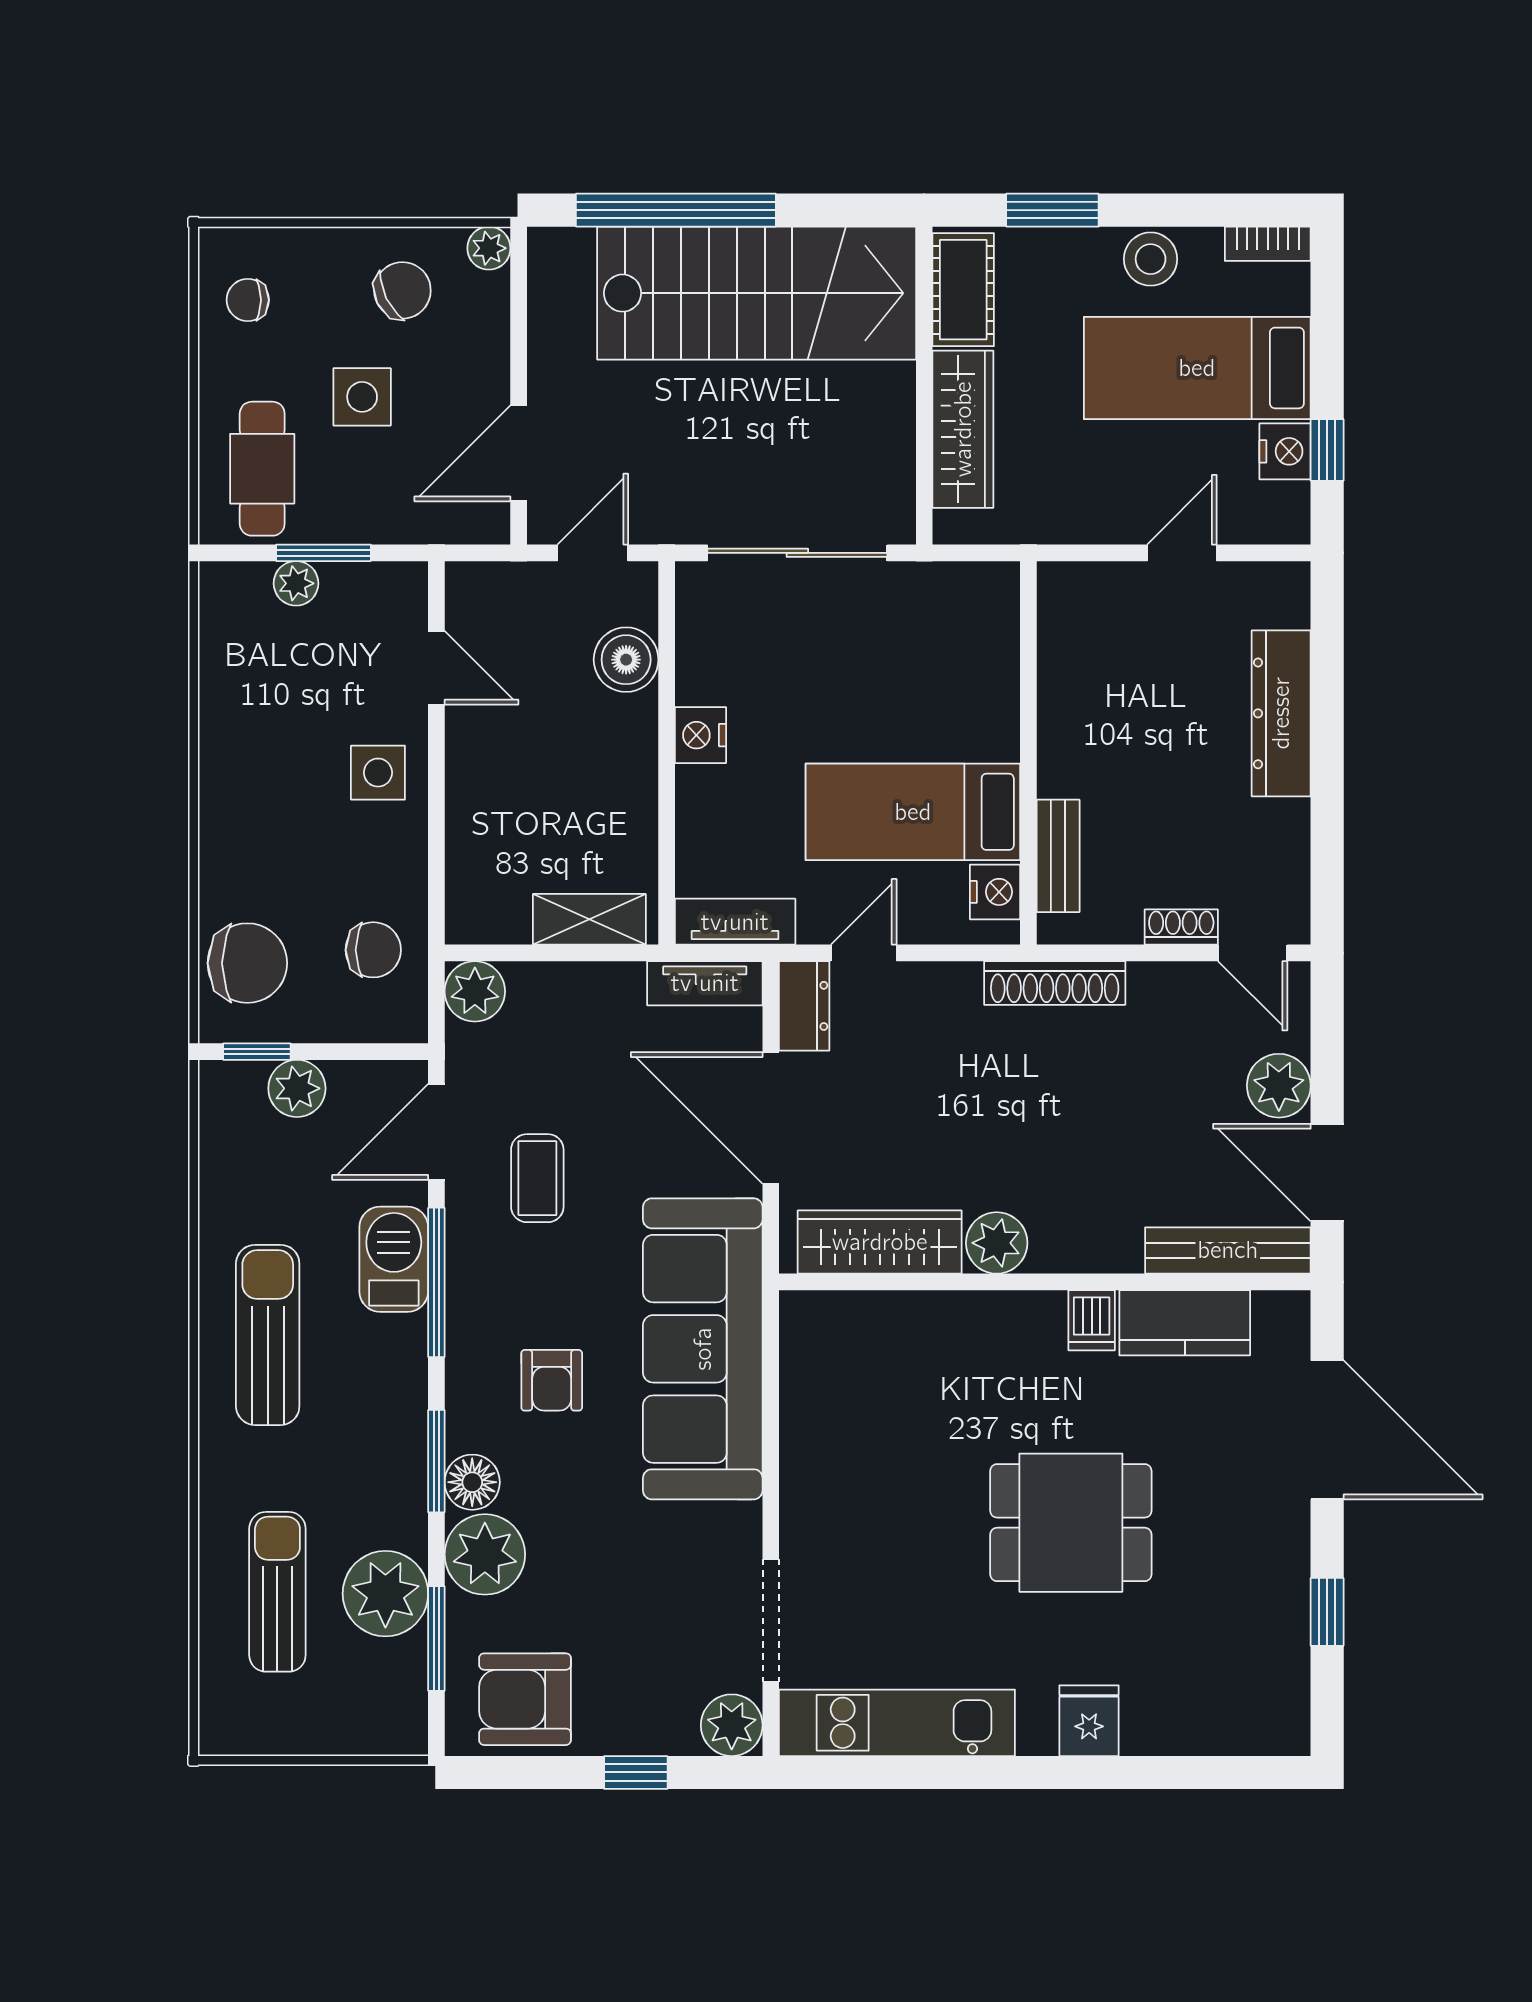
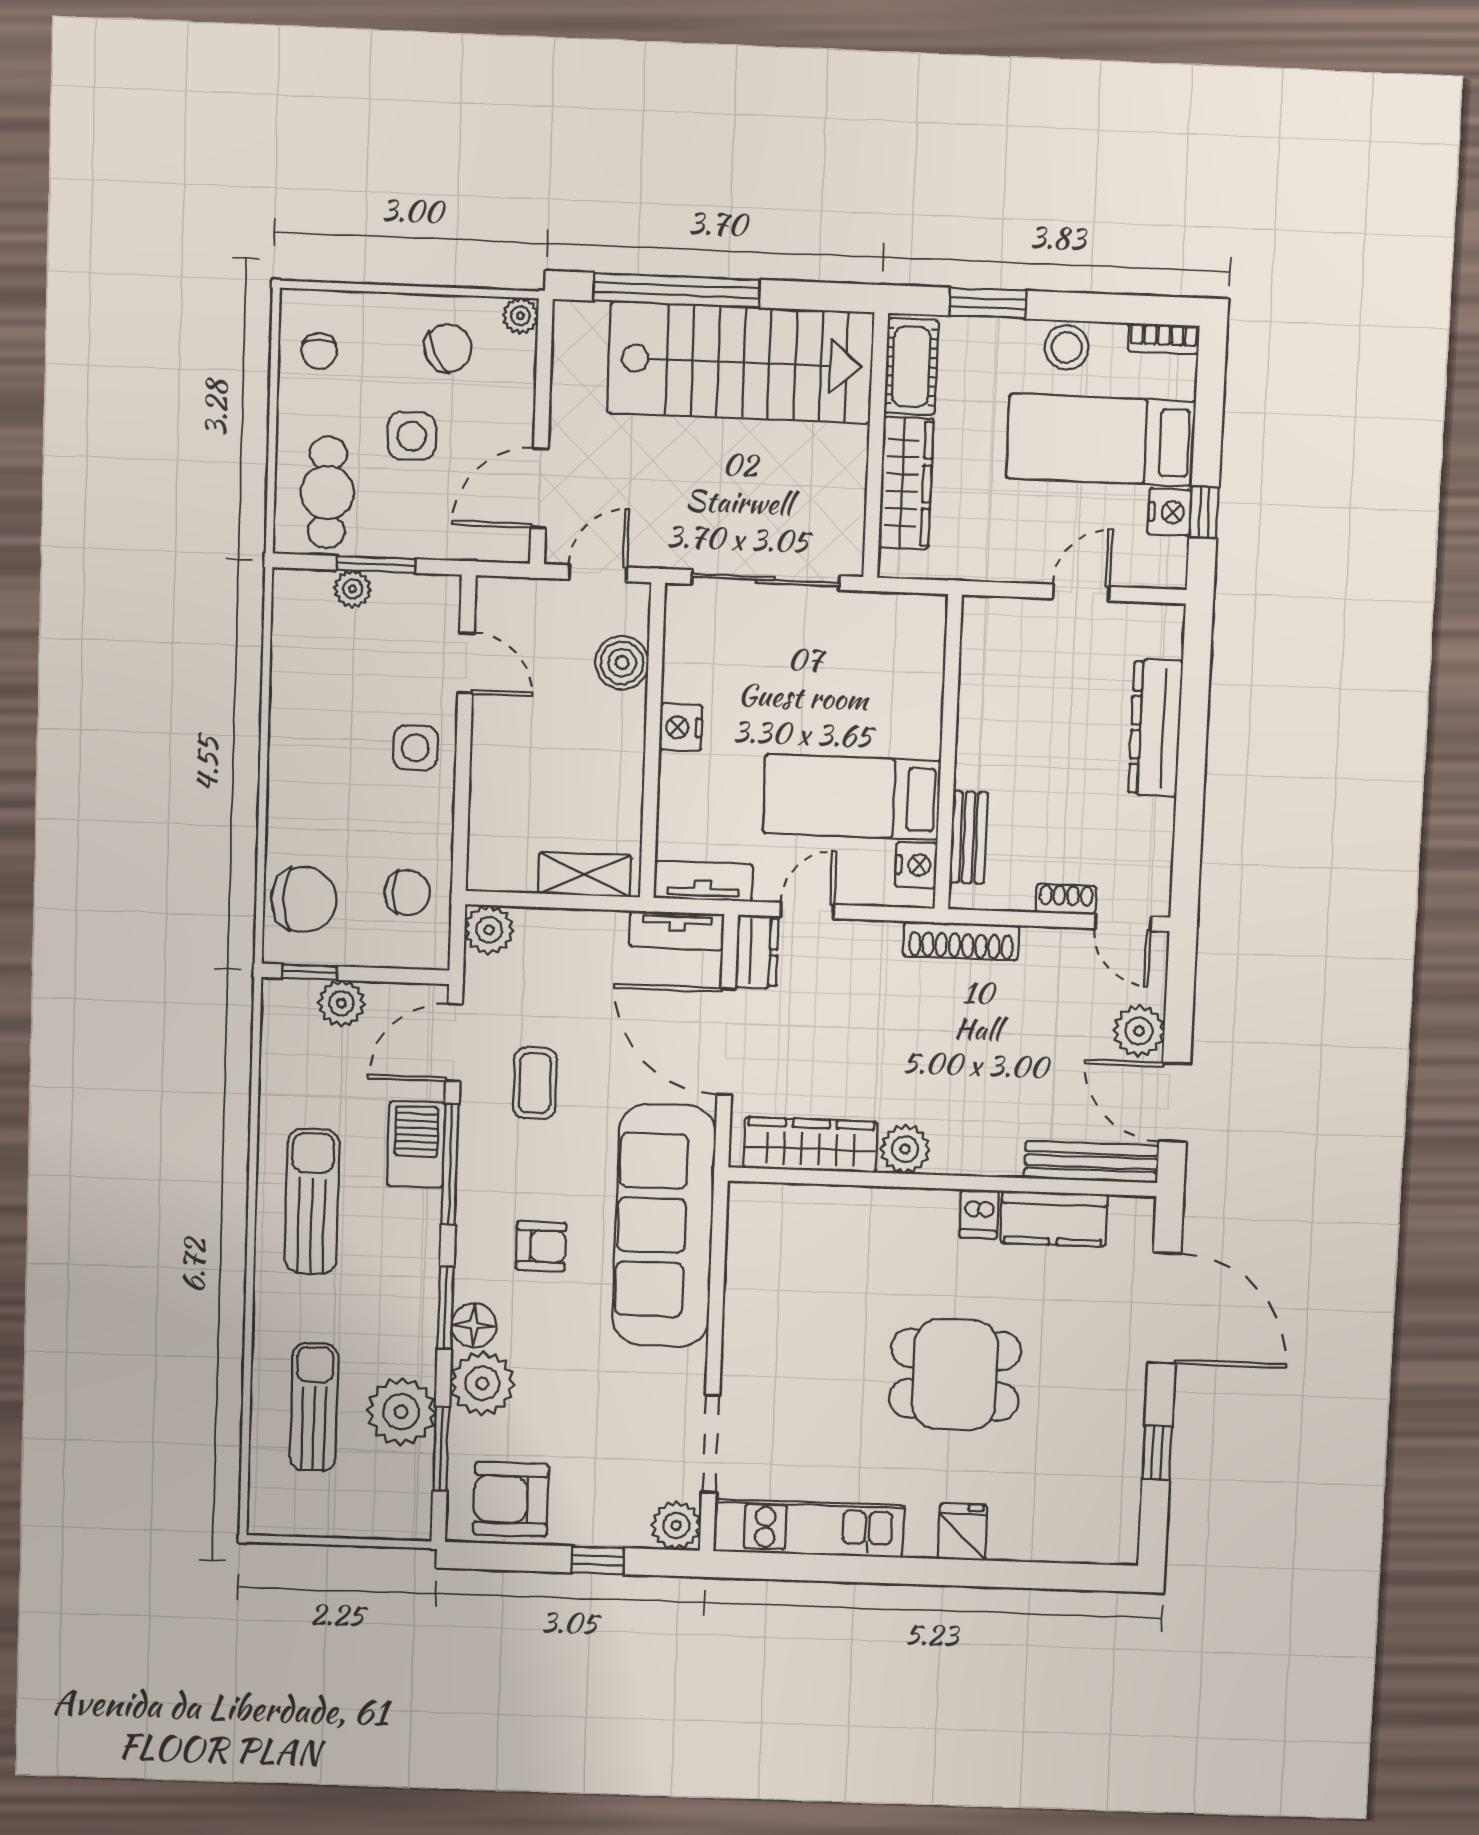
chair: (248, 300) -> (319, 351), turned -90
armchair: (552, 1380) -> (541, 1246), turned -90

